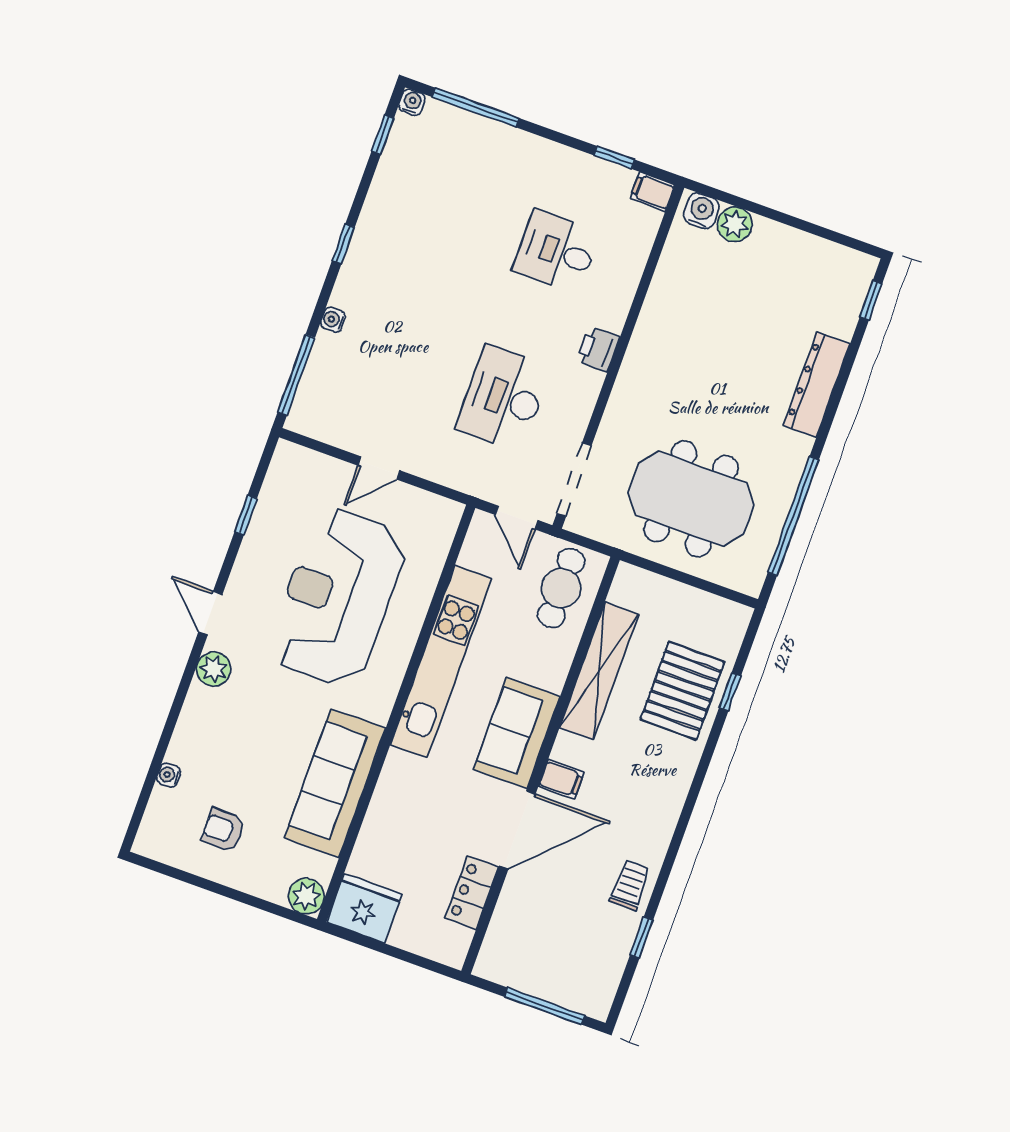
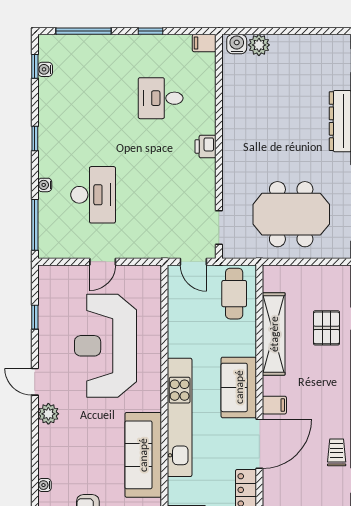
water cooler: (412, 102) -> (45, 69), moved, turned -90
window: (614, 157) -> (151, 31), moved
desk: (504, 398) -> (93, 195), moved, turned 180
doorway: (574, 479) -> (219, 227), width x0.73
kitchen unit: (441, 662) -> (180, 417), moved
pallet: (683, 691) -> (326, 328), width x0.67, depth x0.71

